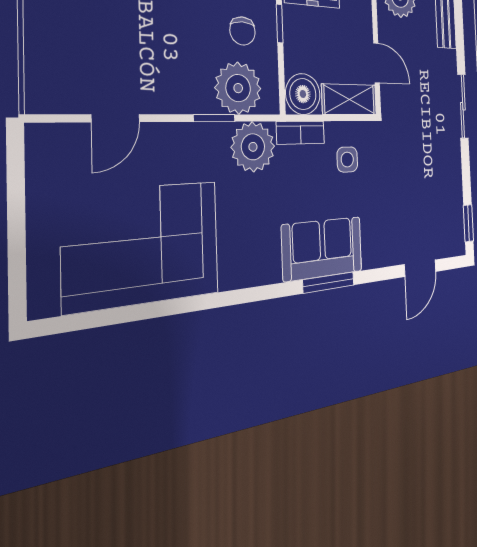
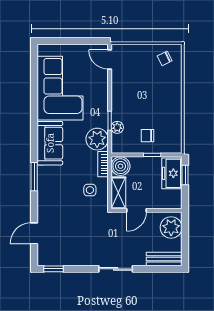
plant: (238, 88) -> (117, 127), width x0.53, depth x0.53
door: (116, 118) -> (110, 59), moved
sofa: (323, 248) -> (50, 143), moved
door: (420, 268) -> (34, 233), hinge flipped

